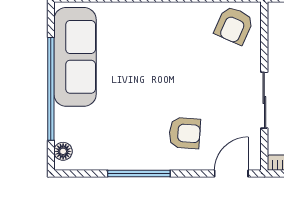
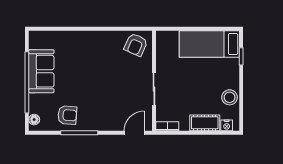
sofa: (75, 57) -> (41, 71), width x0.73
armchair: (185, 133) -> (67, 115), moved

